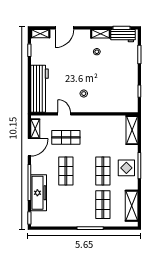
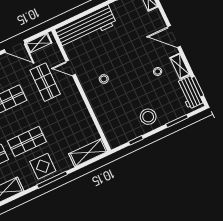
door: (64, 28) -> (174, 37), moved
stool: (126, 74) -> (148, 117), added
door: (64, 114) -> (71, 68), swing flipped

